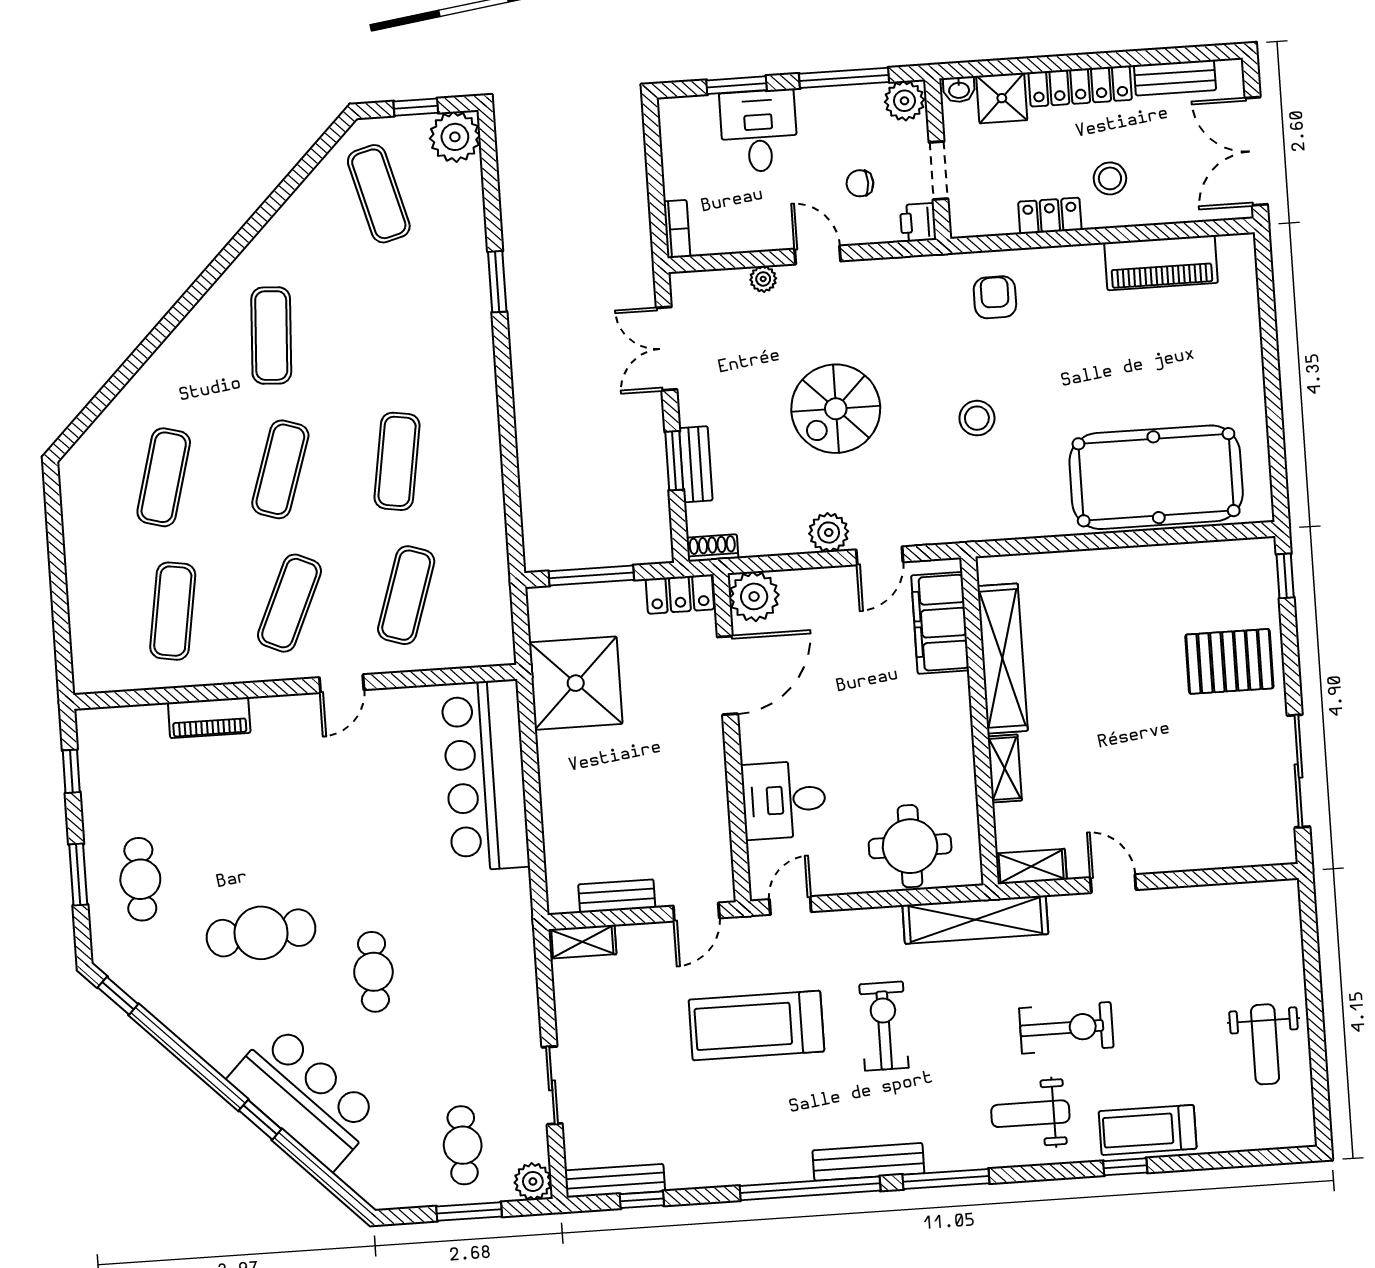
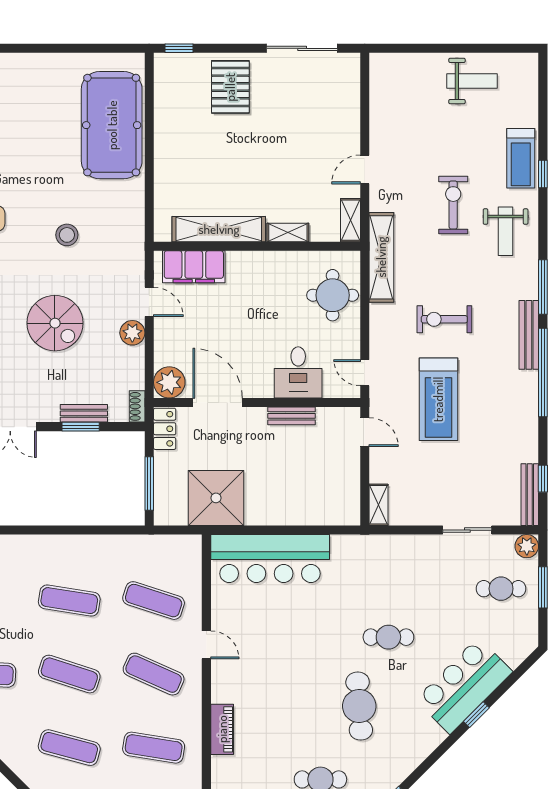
bench: (617, 896) -> (292, 416), moved, turned 90

